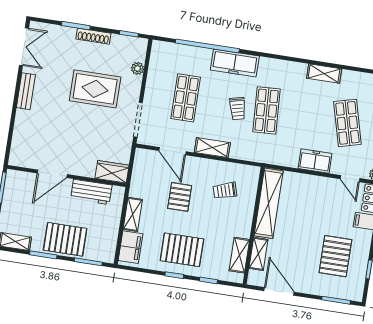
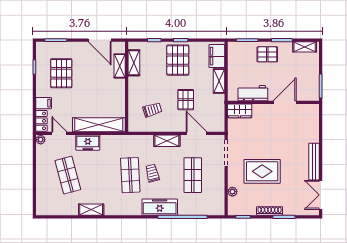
bench: (26, 91) -> (314, 162), width x1.36
shelving: (269, 203) -> (99, 125), moved, turned 90
pallet: (65, 239) -> (267, 54), width x0.67, depth x0.71
pallet: (182, 250) -> (178, 60), turned 90

